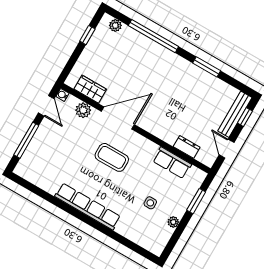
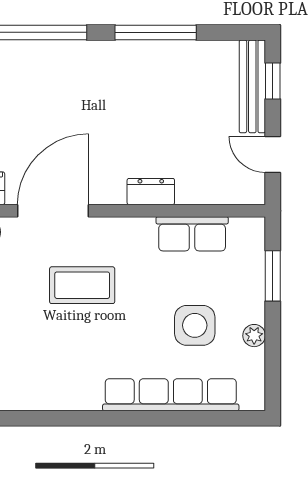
window: (207, 67) -> (156, 32), width x1.44
dresser: (187, 147) -> (151, 192), moved
side table: (150, 203) -> (195, 325), width x1.87, depth x1.87
row of seats: (88, 207) -> (171, 395), moved

